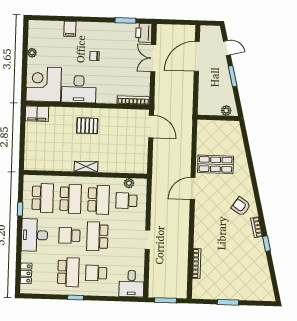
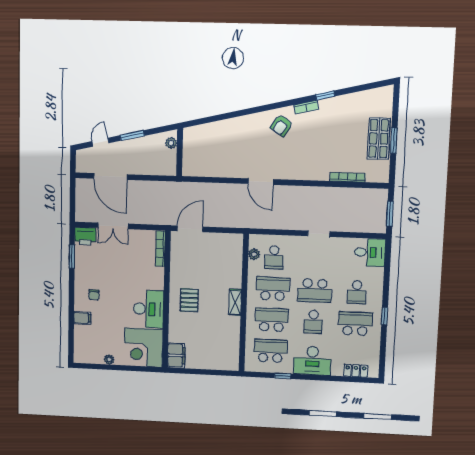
chair: (95, 56) -> (94, 295), moved
shop shelf: (216, 164) -> (379, 139), moved

